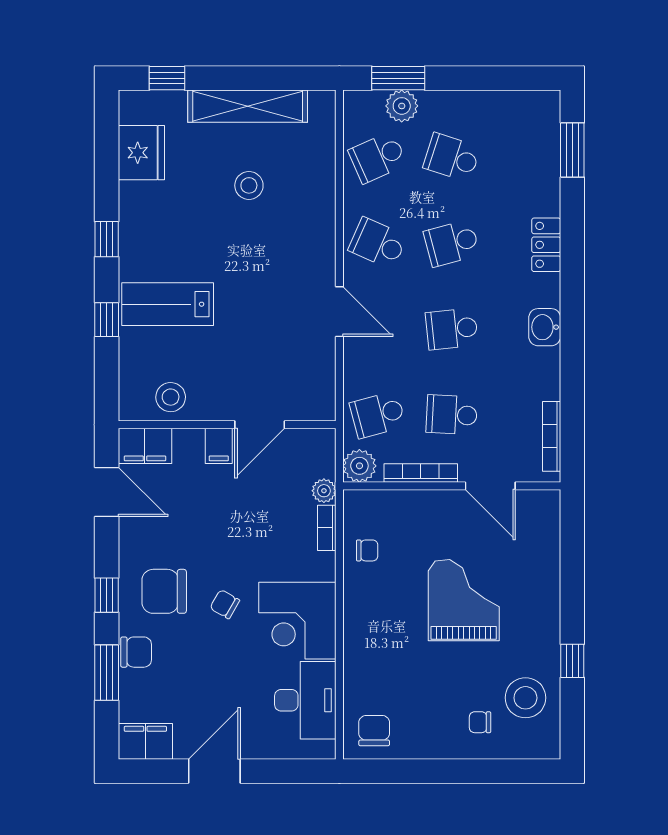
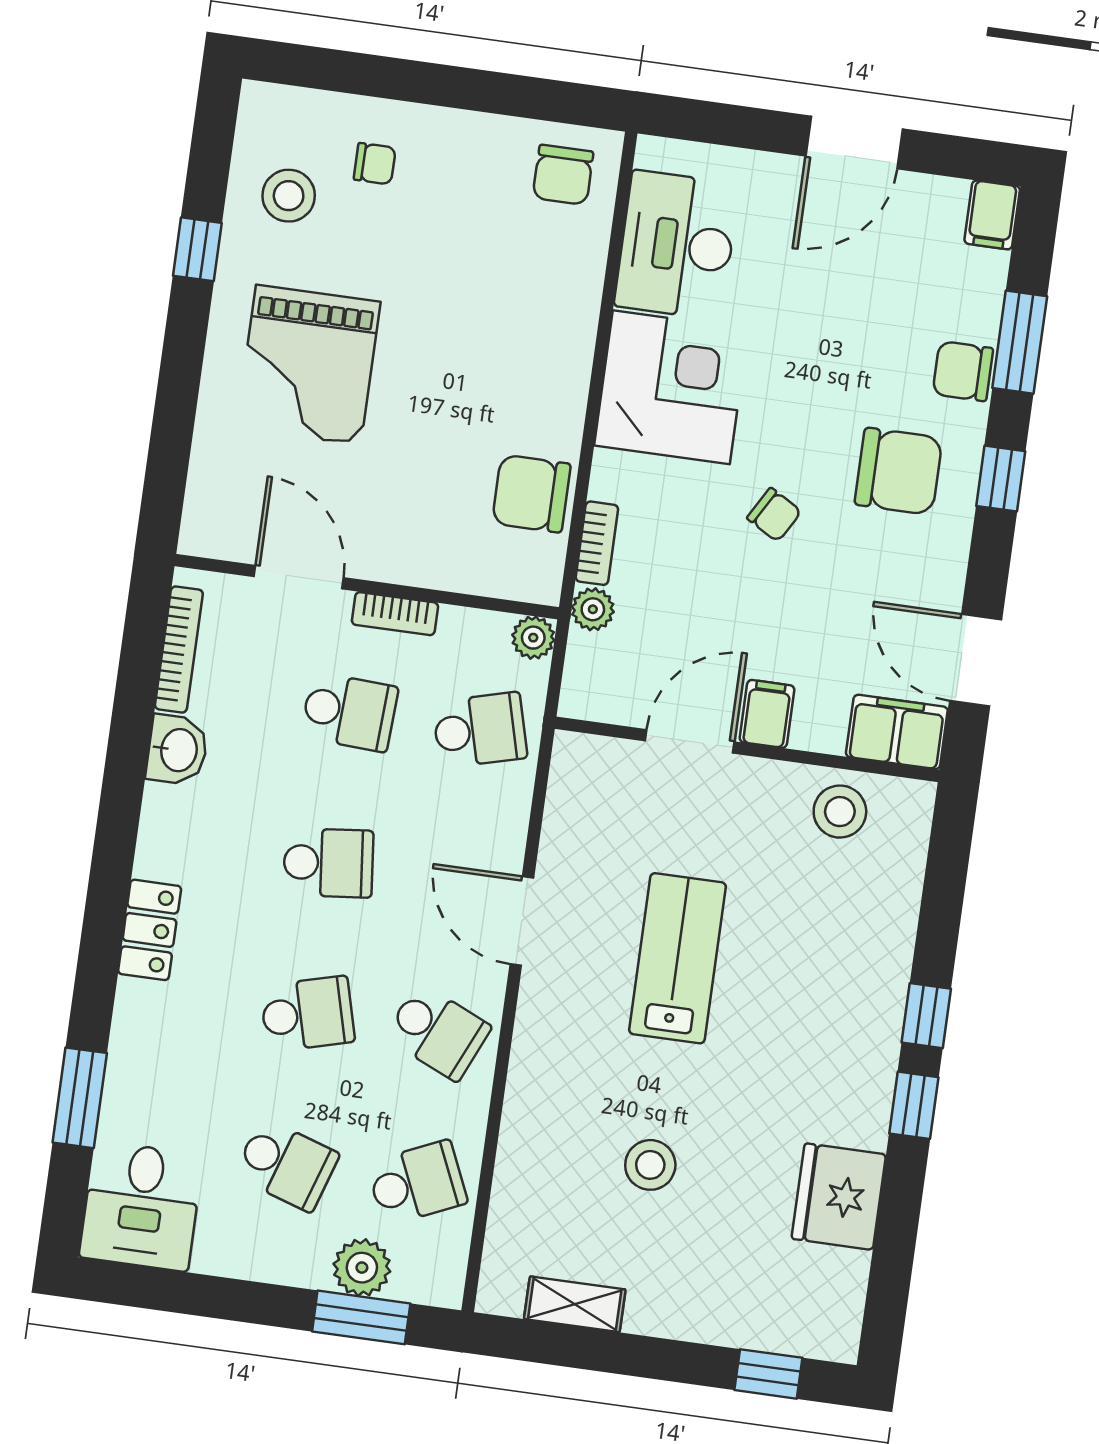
shelving: (248, 106) -> (575, 1304), width x0.45, depth x0.75
desk: (530, 123) -> (141, 1206), added
window: (572, 150) -> (80, 1098), moved
fridge: (141, 153) -> (839, 1197), moved
locker: (546, 245) -> (150, 930), moved
lab bench: (168, 304) -> (677, 958), moved, turned -90
window: (107, 320) -> (926, 1016), moved
washbasin: (545, 327) -> (177, 750), moved
plant: (359, 466) -> (533, 638), width x0.73, depth x0.73
bookcase: (421, 473) -> (395, 614), width x0.64
chair: (367, 550) -> (531, 494), width x1.87, depth x1.87
grand piano: (464, 600) -> (308, 365), moved
chair: (225, 604) -> (774, 515), moved
stool: (525, 698) -> (289, 196), width x0.73, depth x0.73
filing cabinet: (145, 741) -> (992, 215), width x0.50

